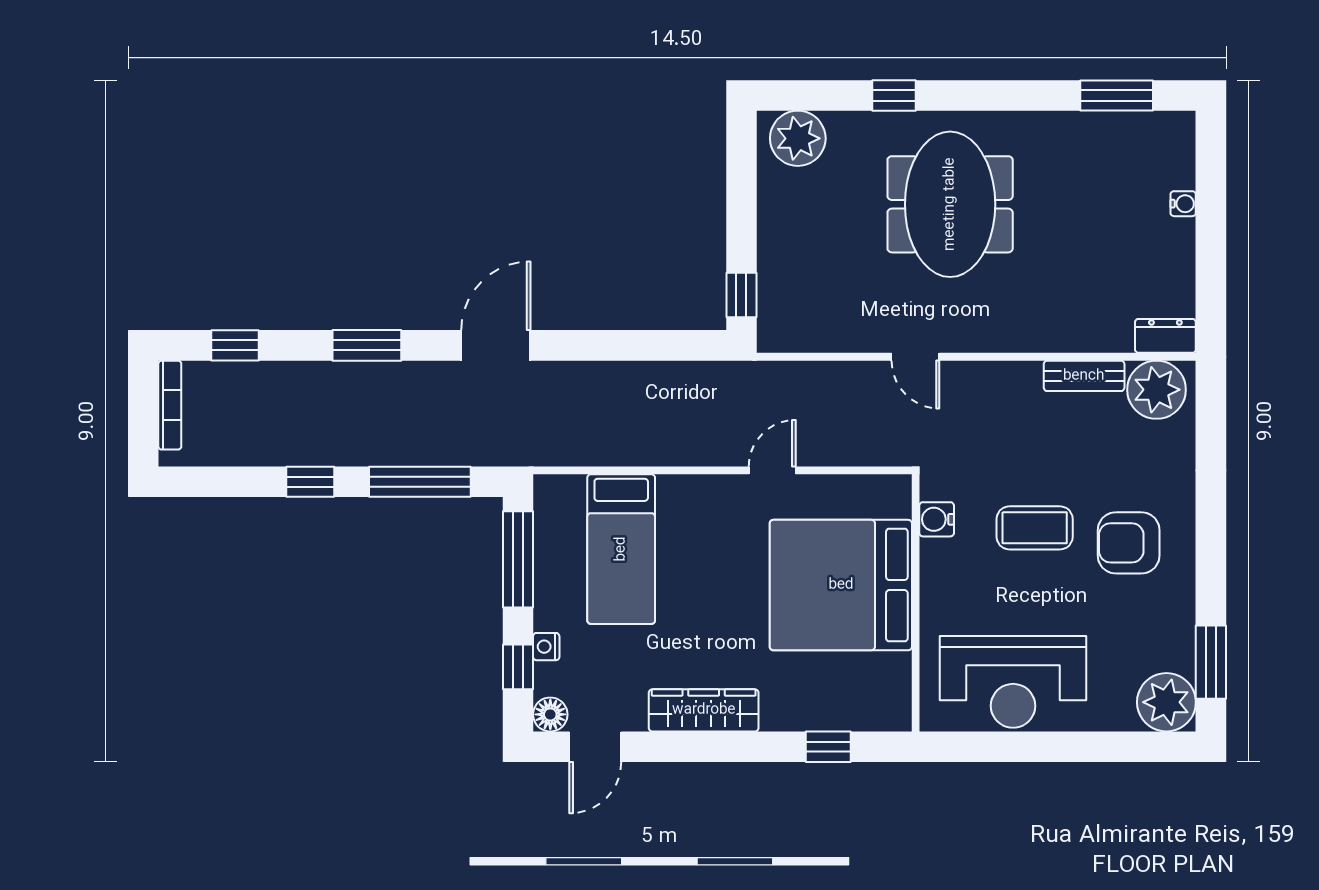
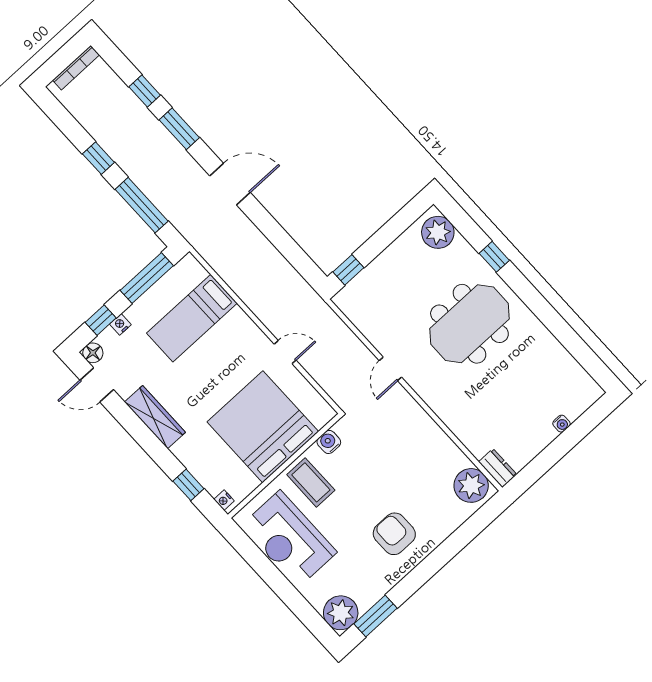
window: (1117, 95) -> (582, 352), removed
window: (235, 345) -> (145, 91), moved
bench: (1084, 376) -> (449, 449), removed
coffee table: (1035, 528) -> (311, 482), moved
nightstand: (889, 719) -> (224, 500), added

